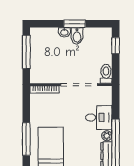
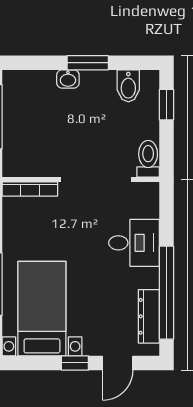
bidet: (77, 36) -> (128, 86), moved
plant: (107, 136) -> (150, 278), removed

